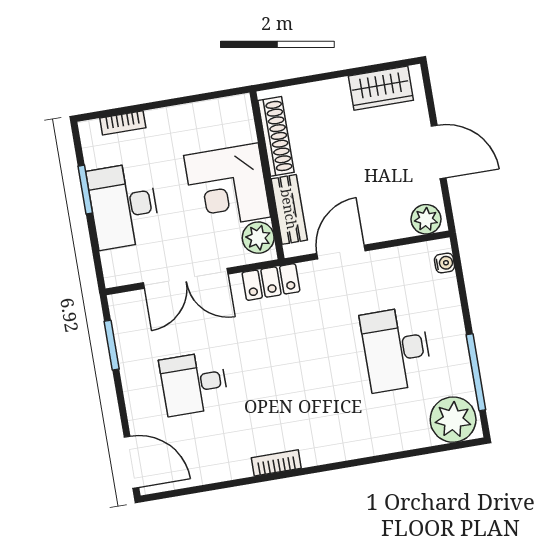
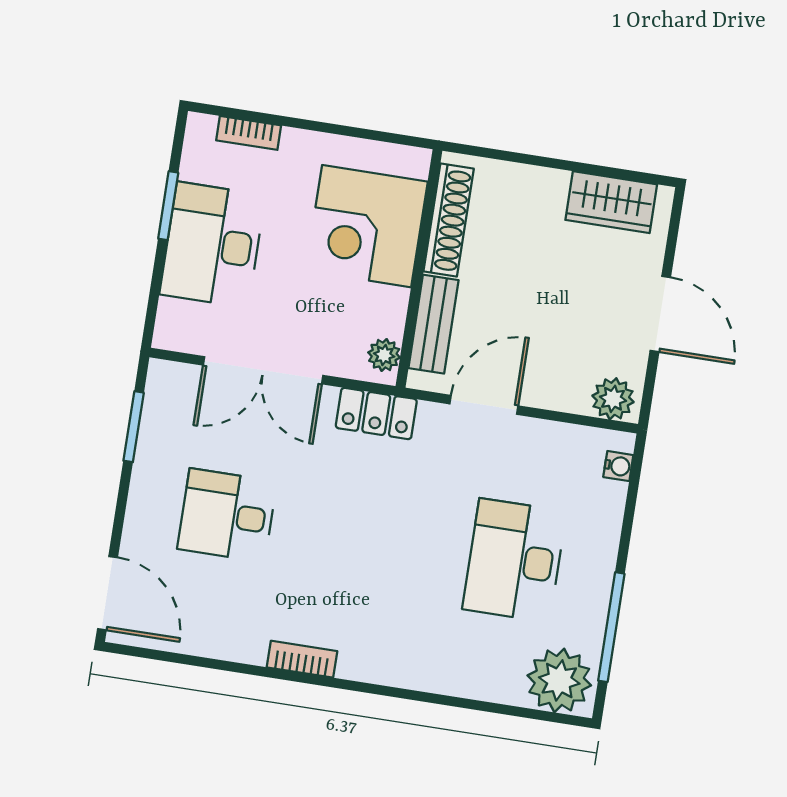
corner desk: (227, 186) -> (367, 226), moved
plant: (258, 238) -> (384, 355), width x0.73, depth x0.73

